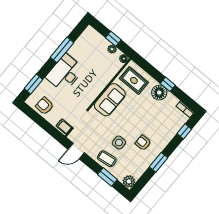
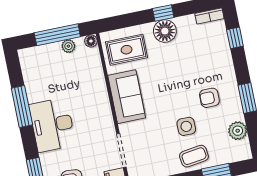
window: (113, 39) -> (57, 35), width x2.17
plant: (129, 181) -> (238, 131), moved

